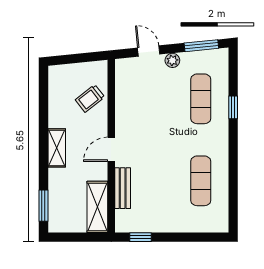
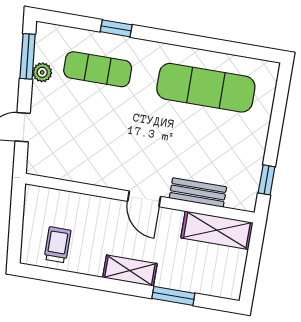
plant: (172, 60) -> (42, 72), moved
trolley: (90, 98) -> (58, 245), moved, turned -142
exercise mat: (201, 181) -> (206, 88), width x1.36, depth x1.45
window: (43, 206) -> (173, 296), moved

